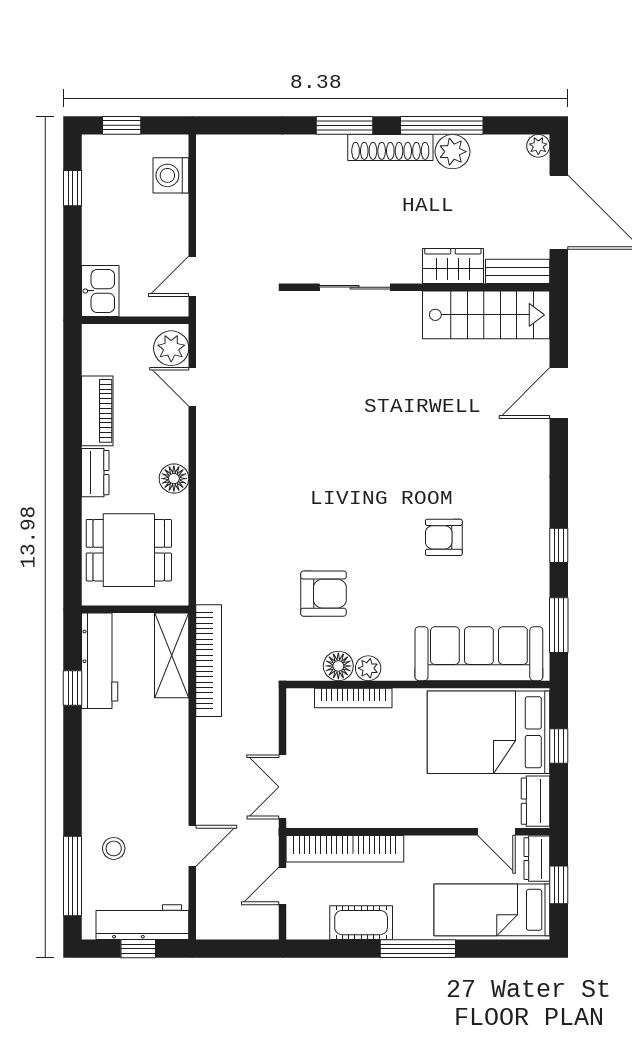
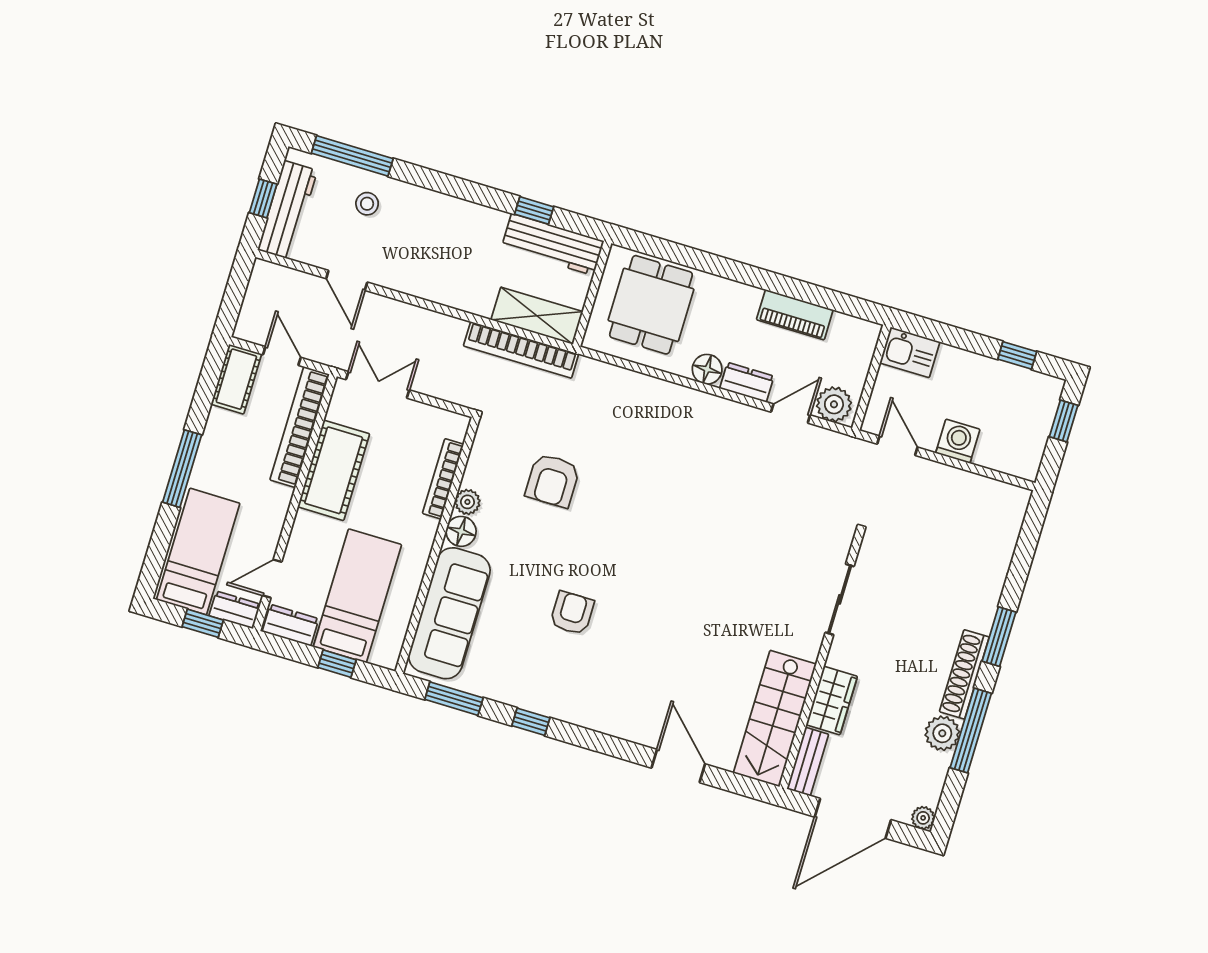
washing machine: (171, 175) -> (958, 441), moved
dresser: (95, 473) -> (747, 382), moved, turned 180
floor lamp: (338, 666) -> (461, 531), moved
bed: (489, 732) -> (357, 596), width x0.67
cot: (376, 804) -> (334, 470), added
cot: (361, 923) -> (236, 379), moved

